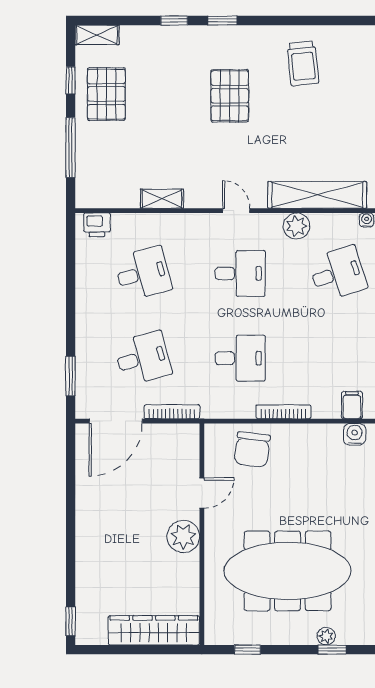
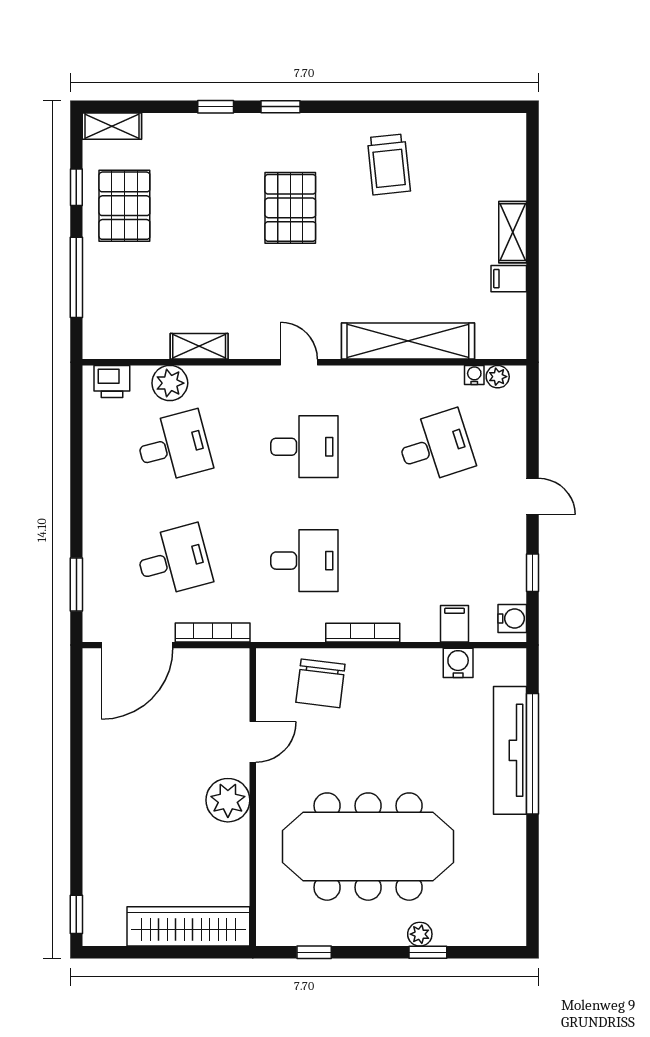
plant: (296, 226) -> (170, 383), moved

